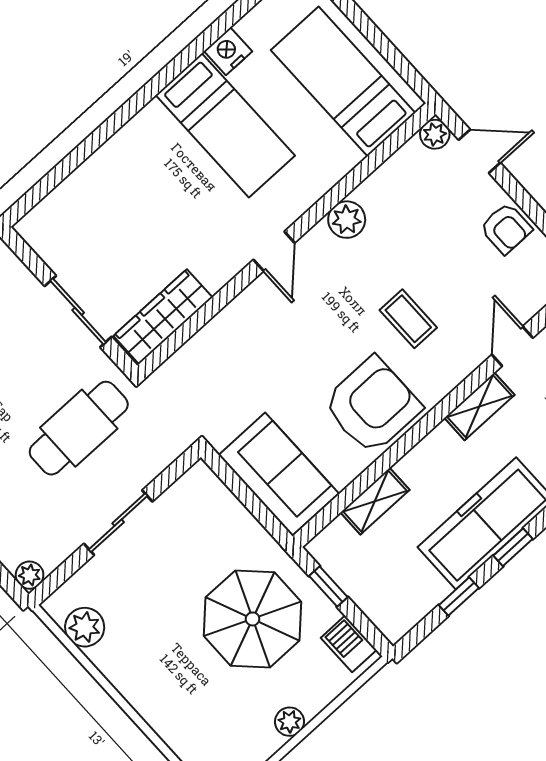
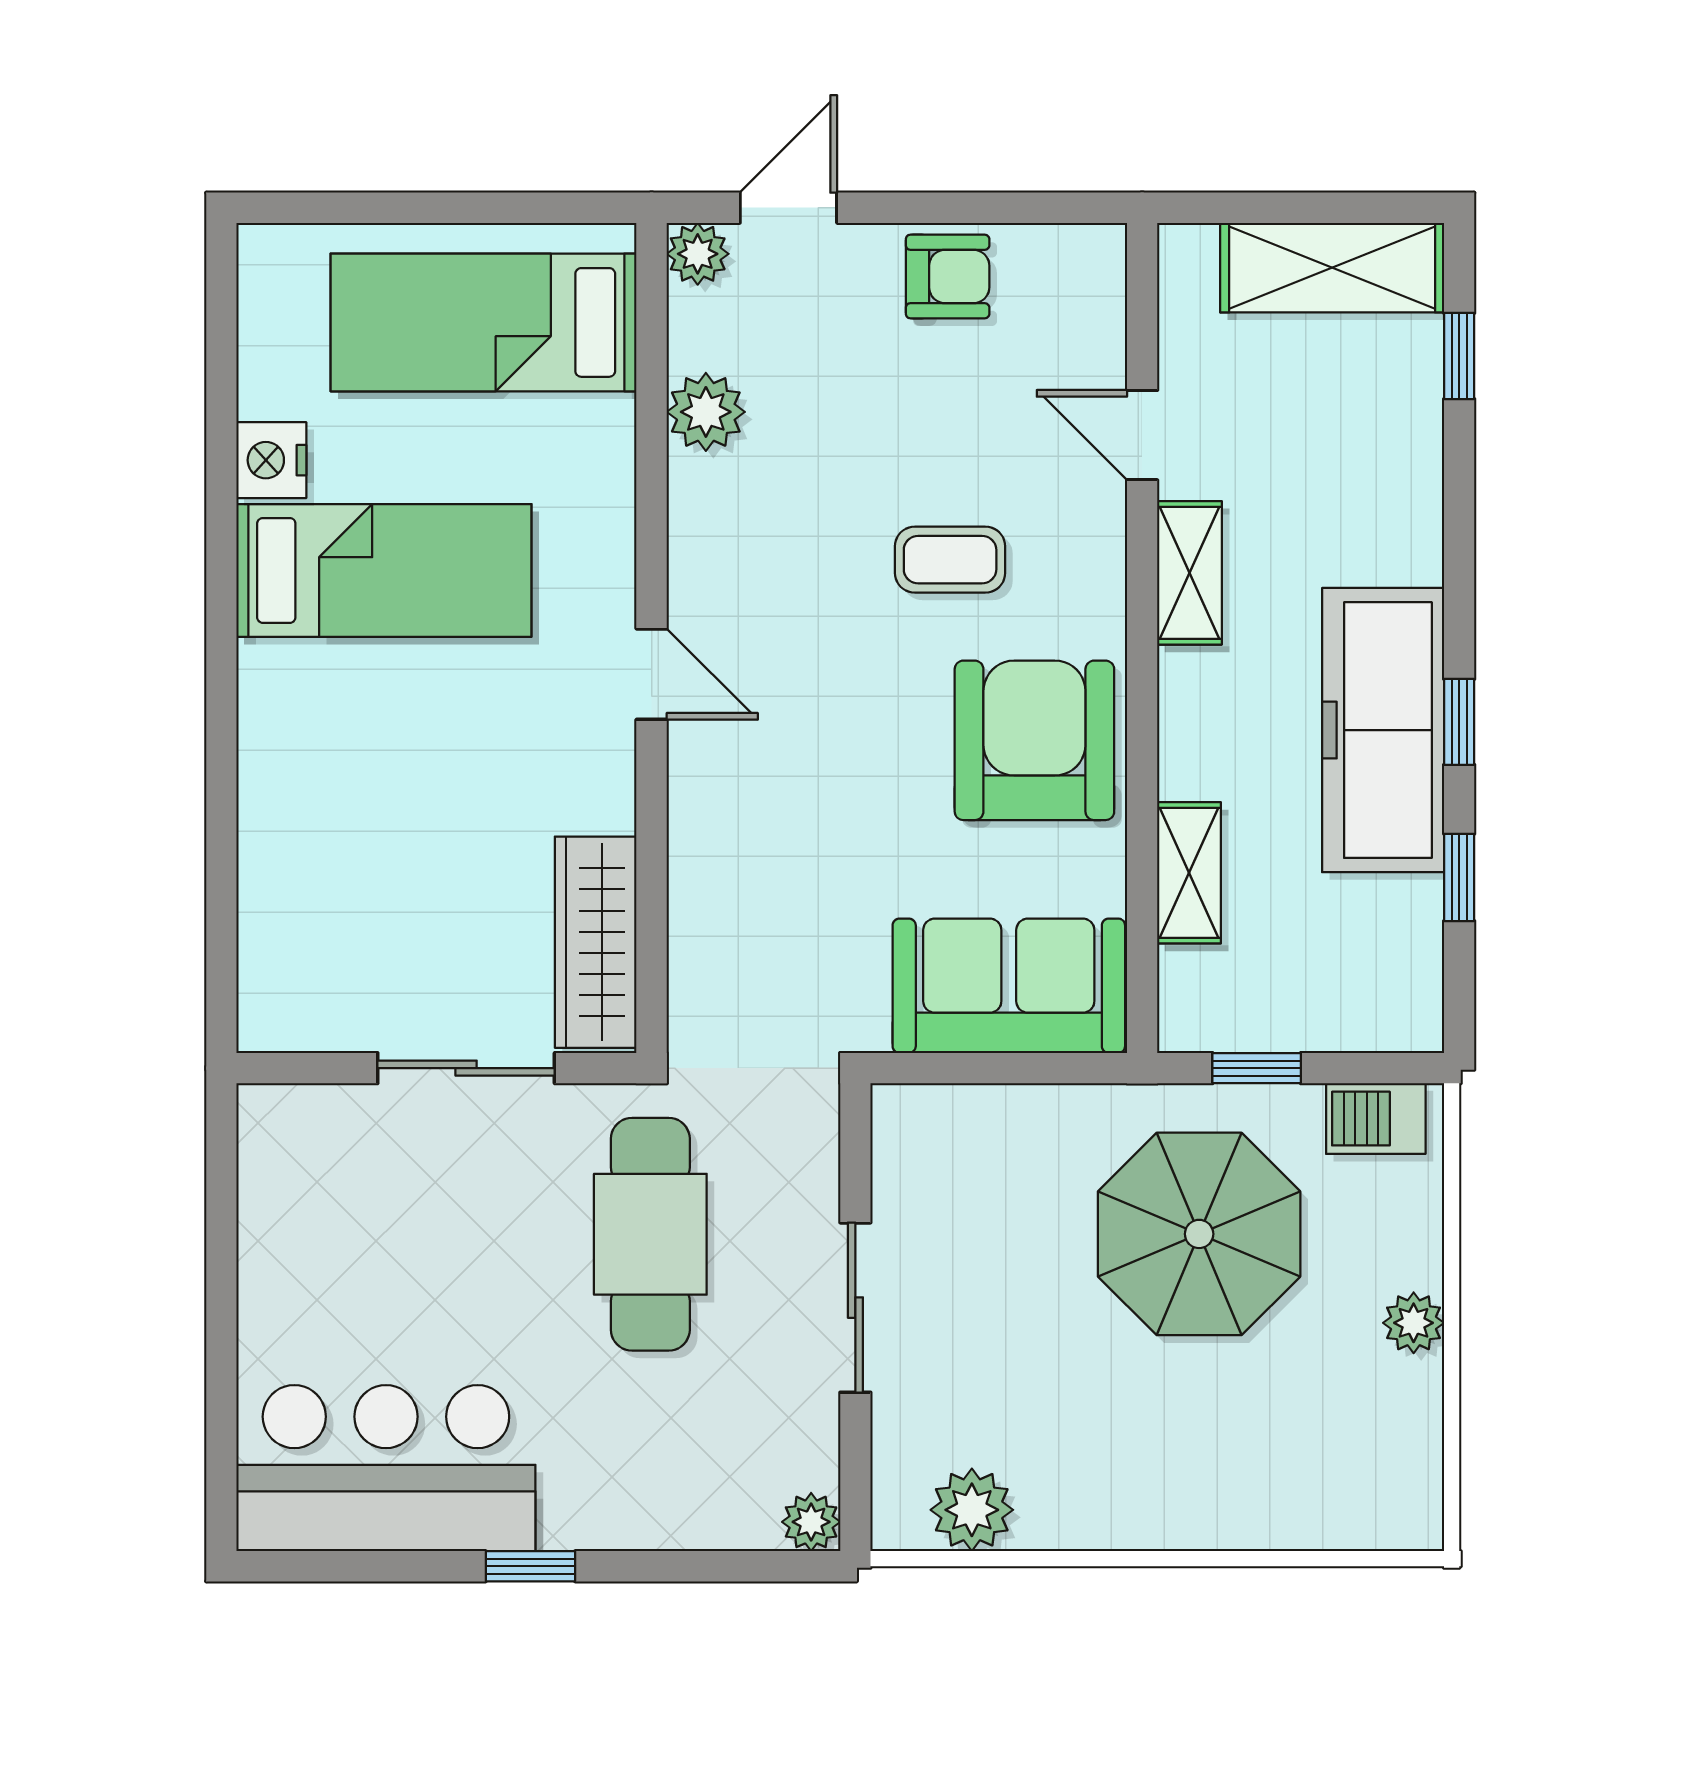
plant: (347, 220) -> (706, 412), moved

